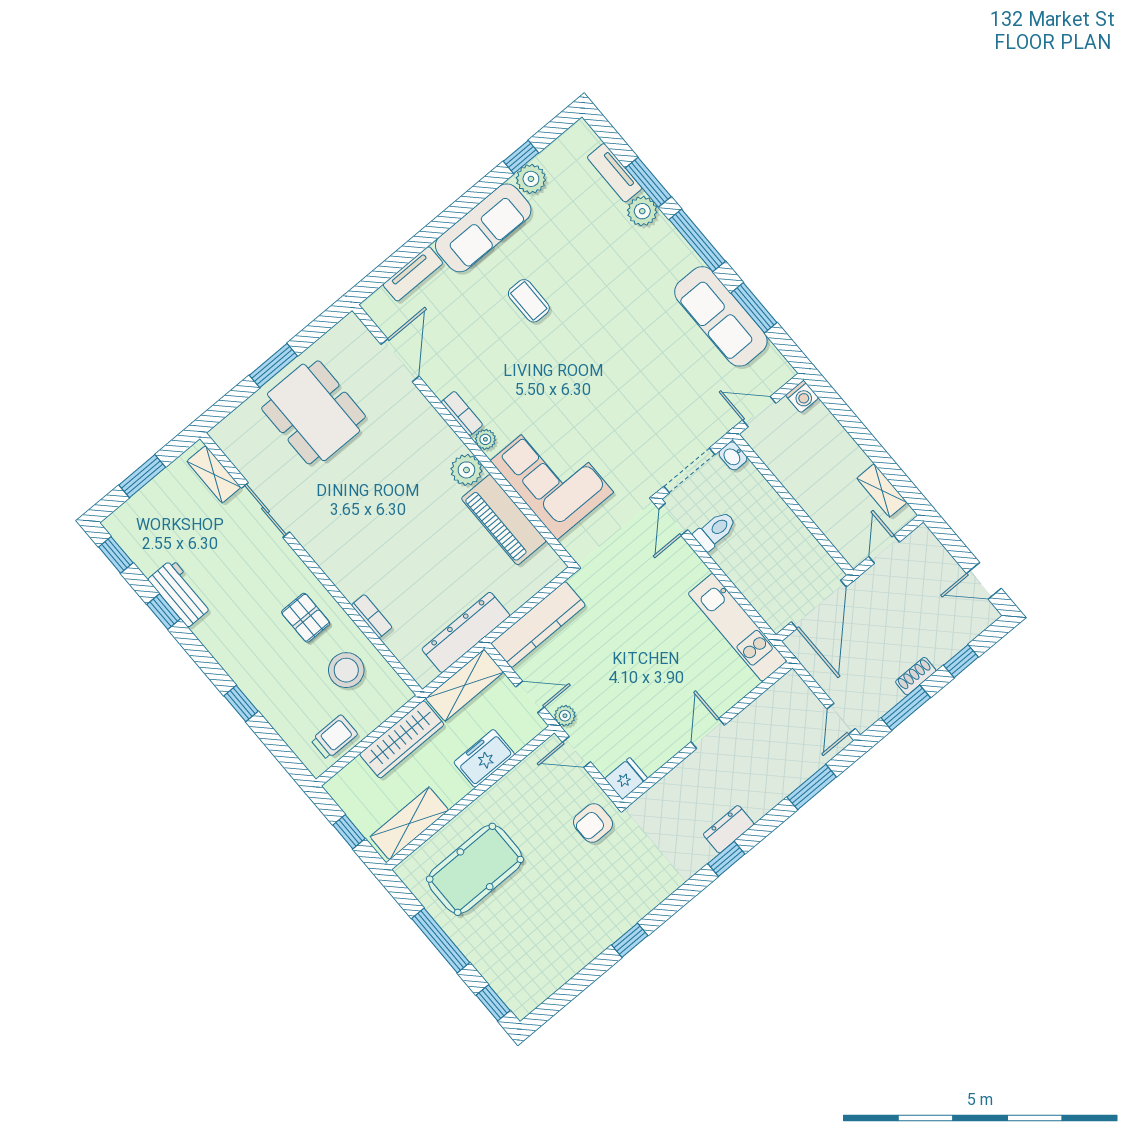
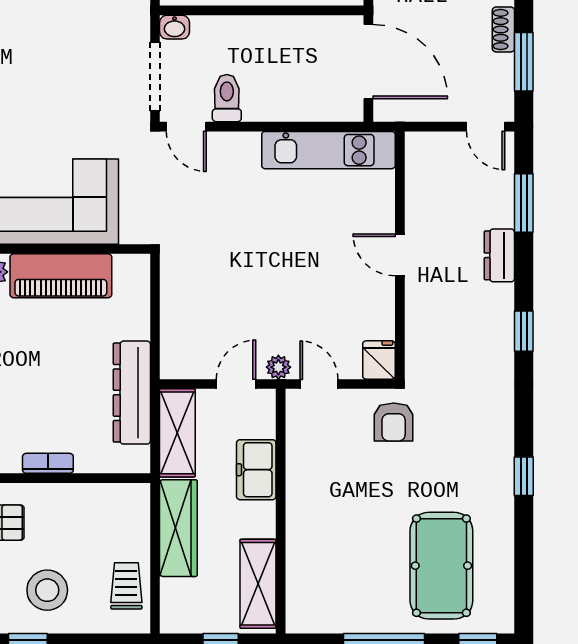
kitchen counter: (538, 624) -> (178, 323), removed
stool: (346, 670) -> (47, 590), moved
door: (576, 752) -> (319, 384), swing flipped
dresser: (729, 829) -> (499, 255), moved
pool table: (475, 869) -> (441, 566), moved

